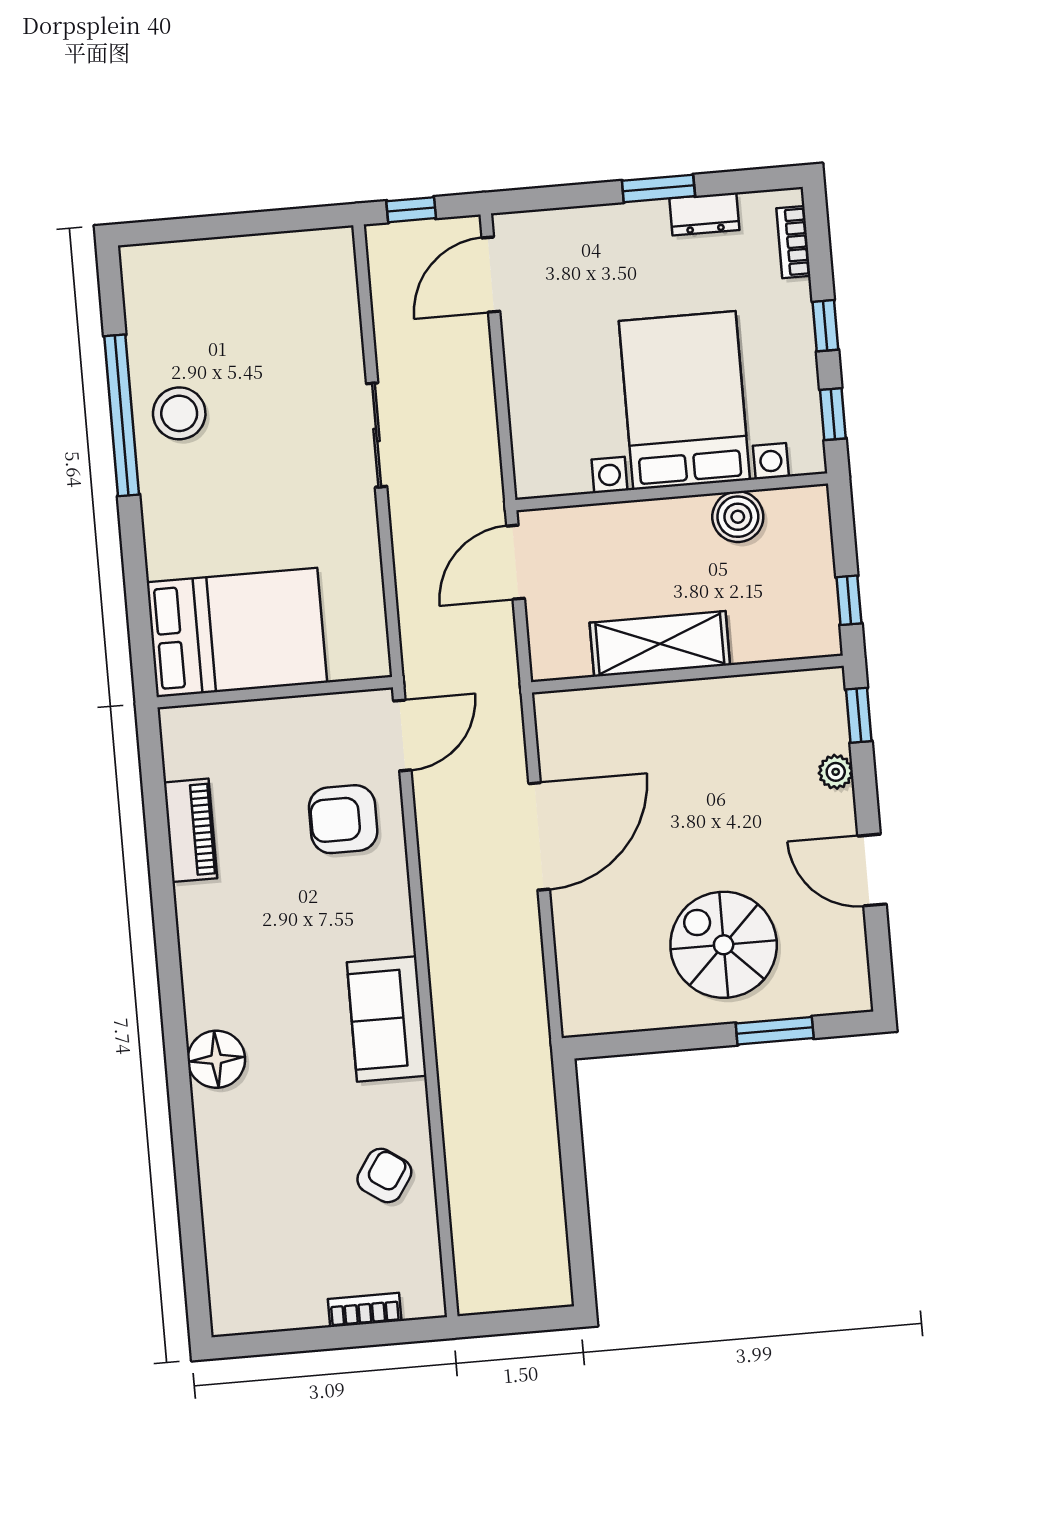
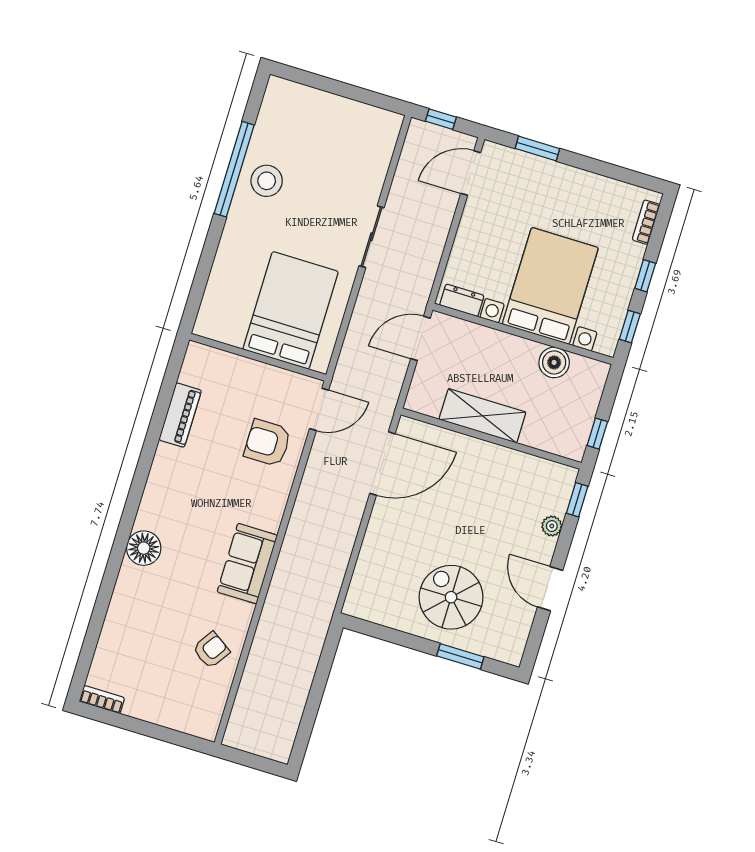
window: (658, 188) -> (537, 148), moved
dresser: (704, 214) -> (462, 300), moved, turned 180
bed: (237, 632) -> (291, 310), moved, turned -90
door: (539, 836) -> (382, 464), moved
bookcase: (365, 1310) -> (102, 700), moved

